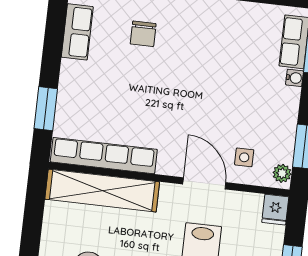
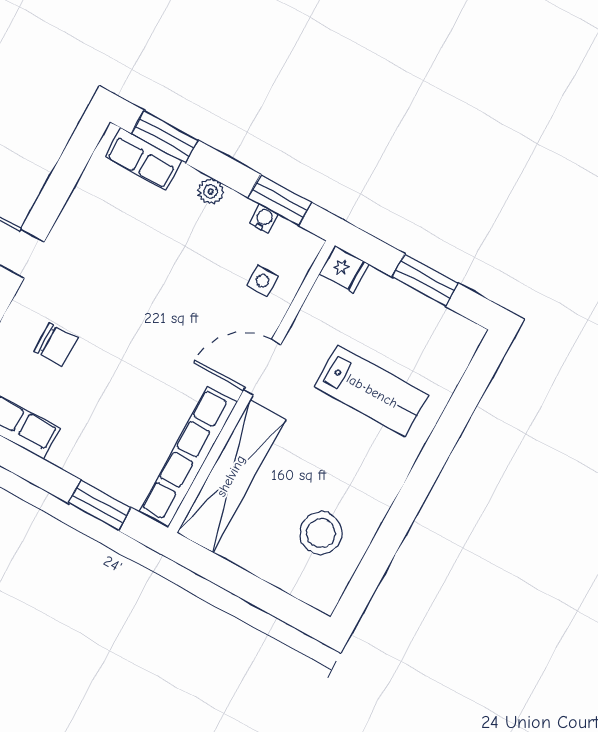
water cooler: (294, 78) -> (264, 219), moved
plant: (282, 173) -> (211, 191), moved
door: (204, 183) -> (262, 367), moved

